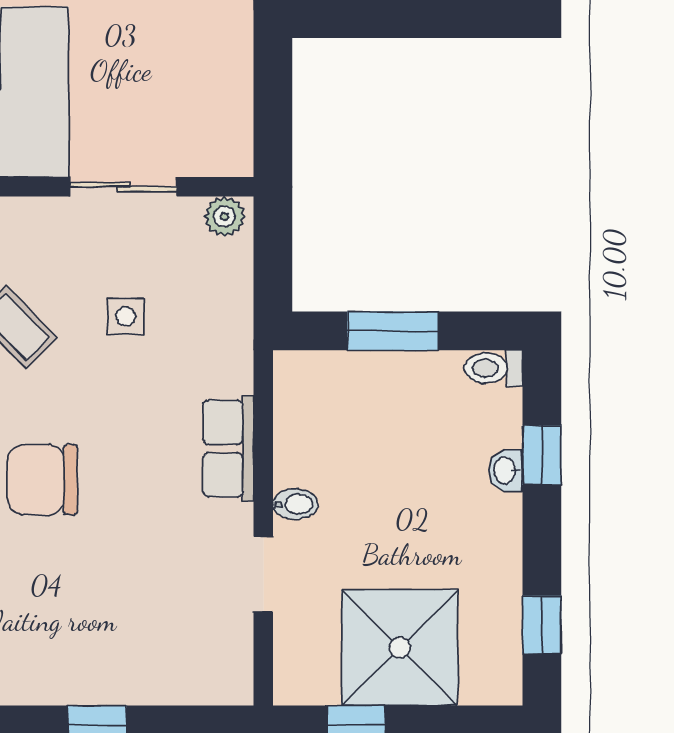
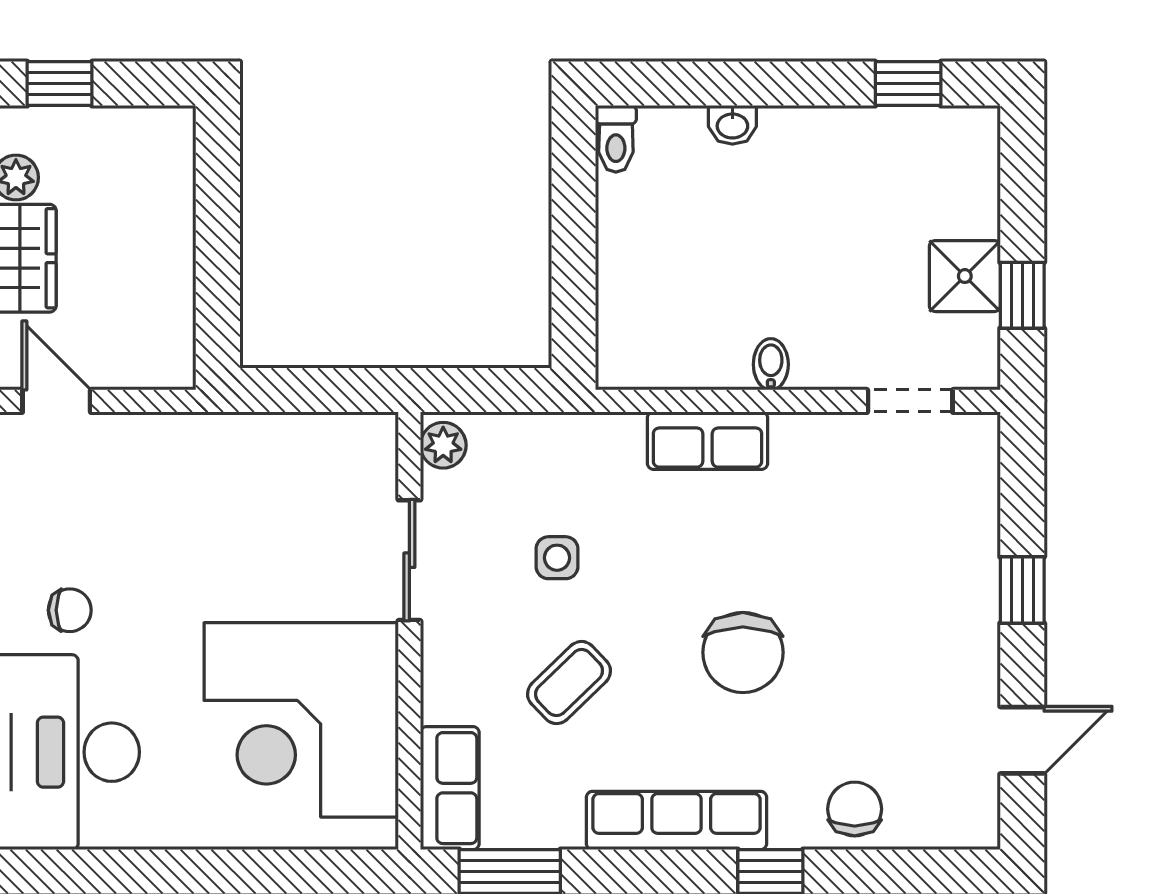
window: (393, 331) -> (574, 253), removed
window: (542, 455) -> (715, 84), removed
doorway: (263, 574) -> (910, 401), moved
shower: (400, 647) -> (965, 276), width x0.54, depth x0.54

